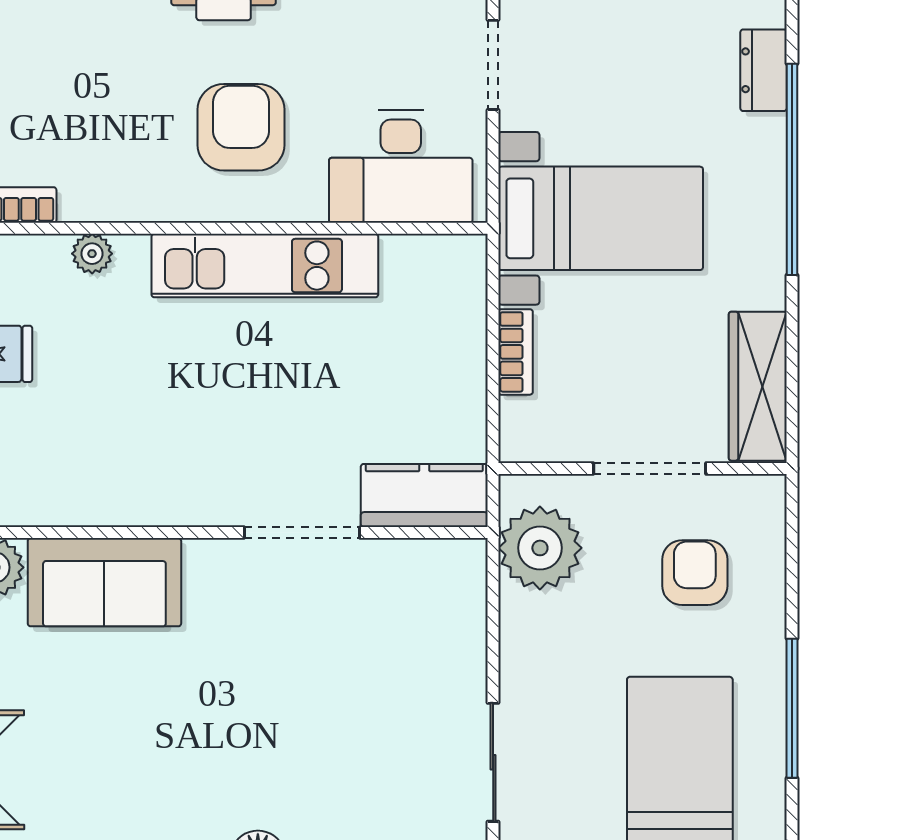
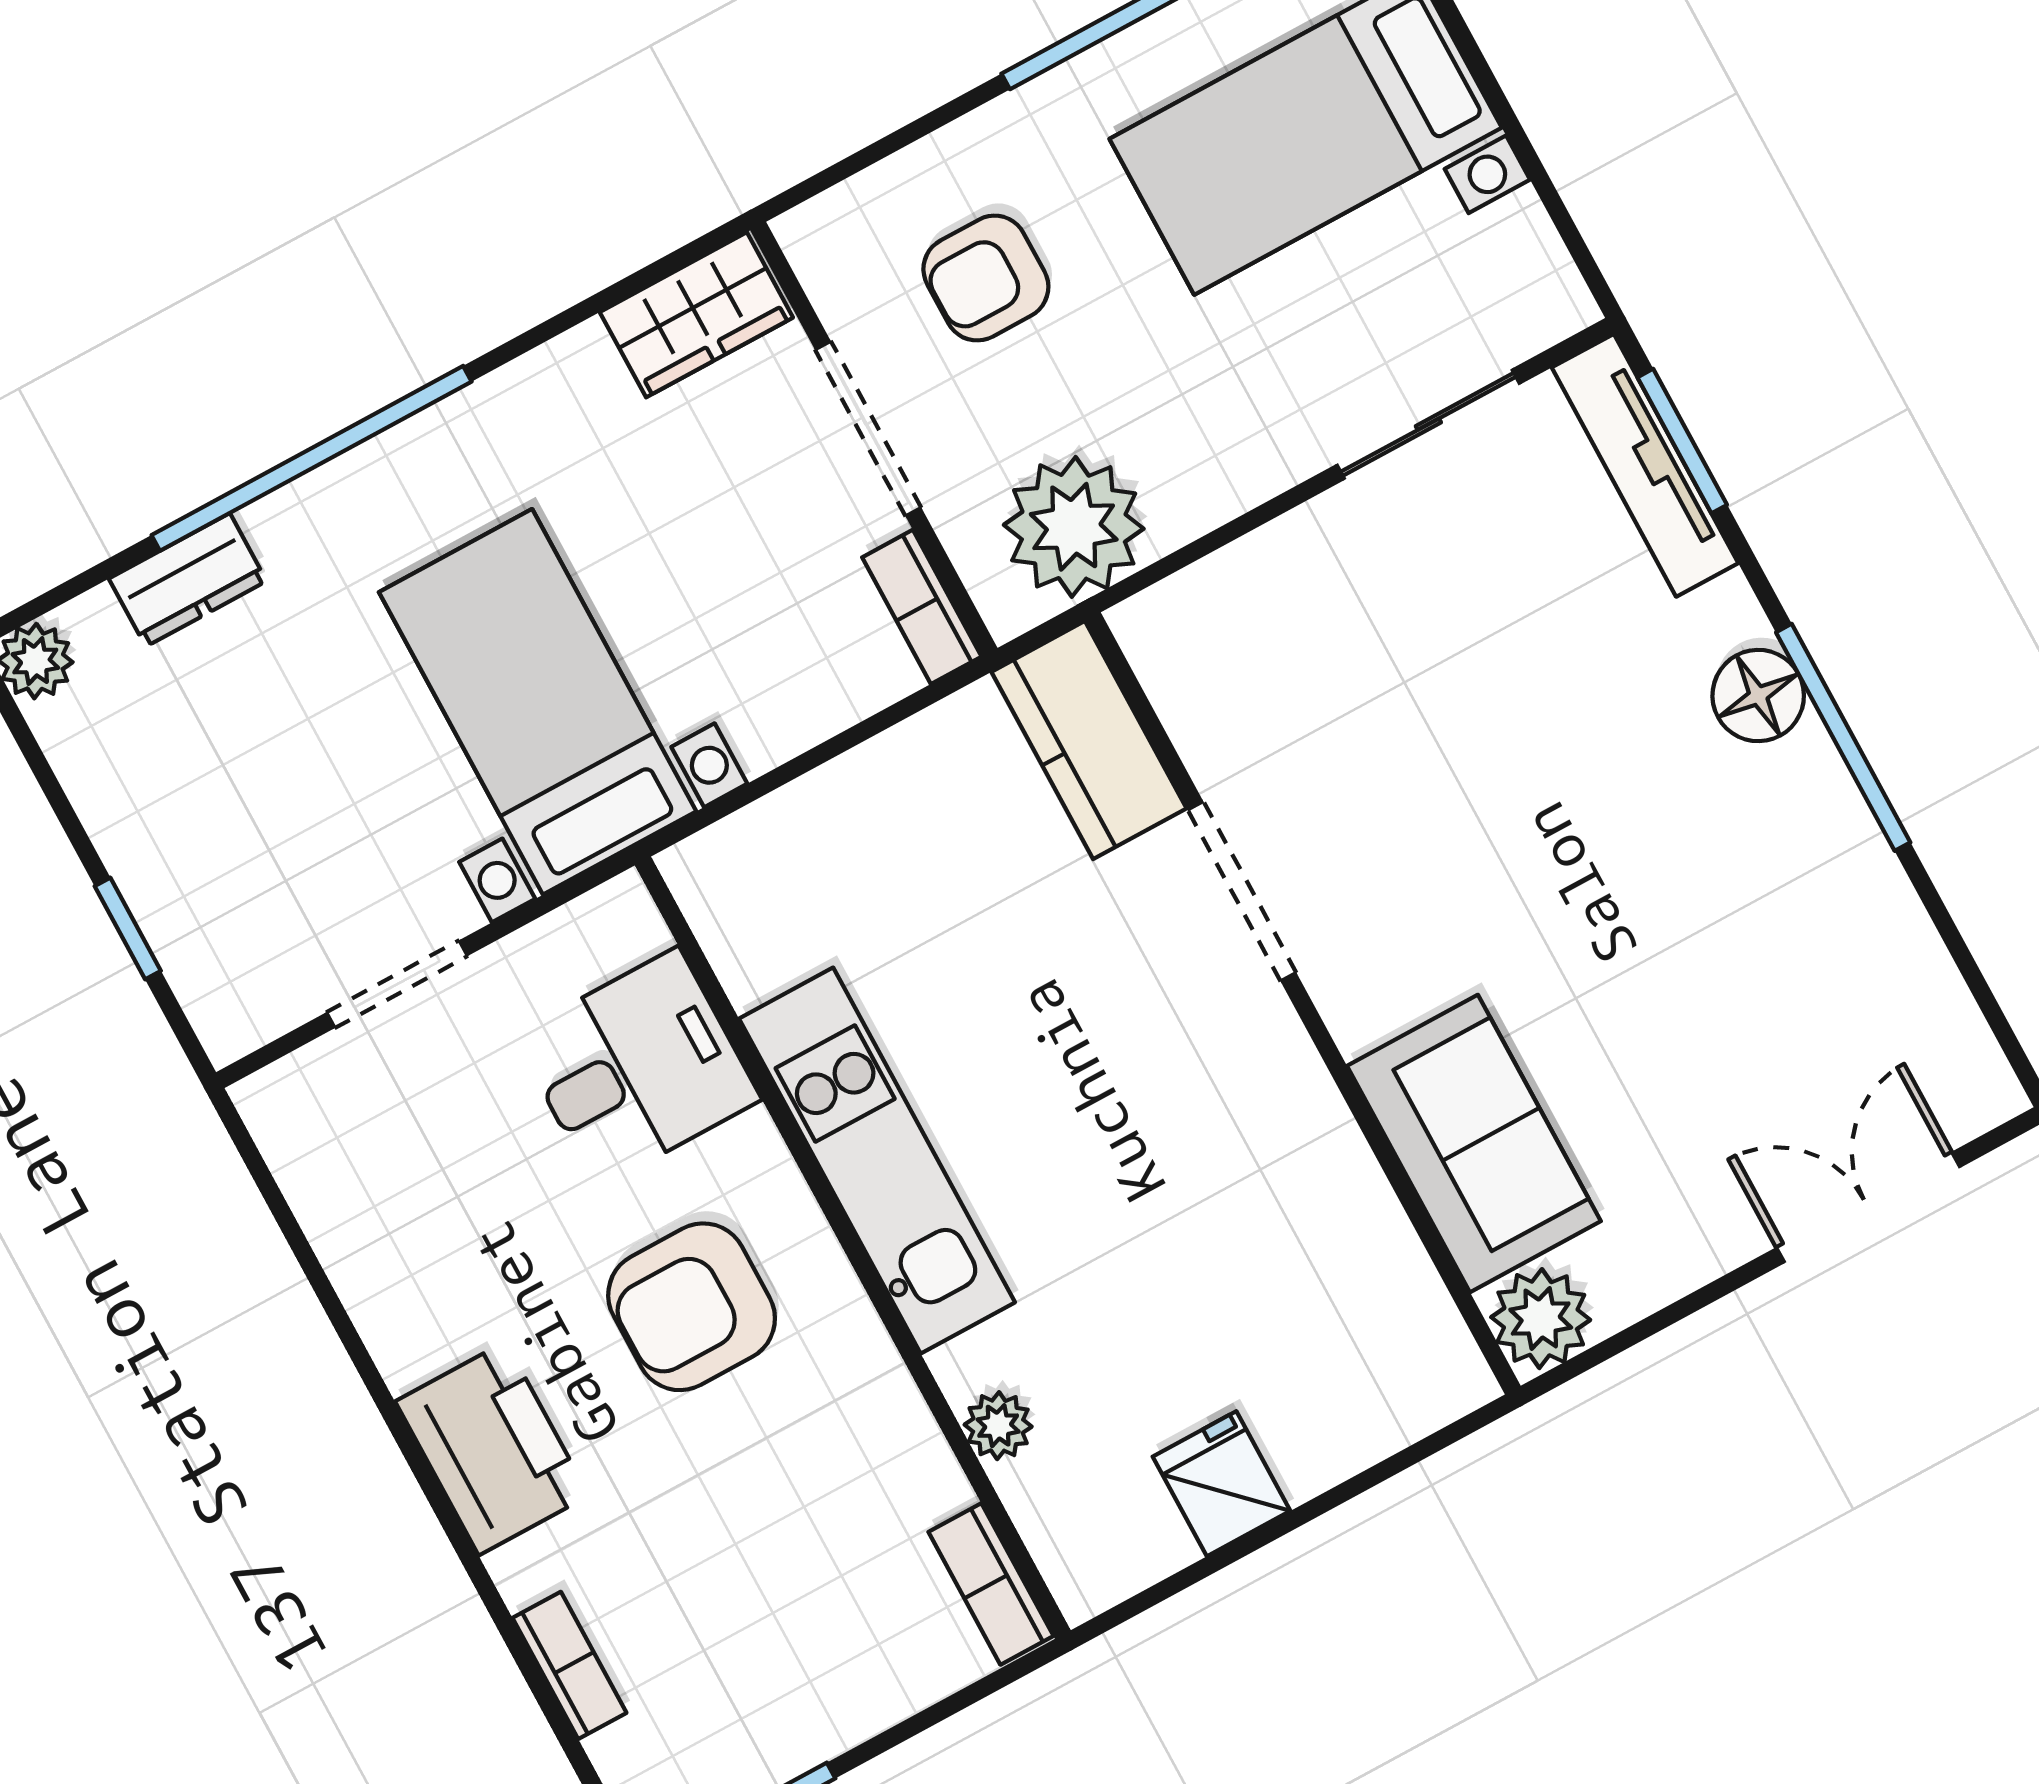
desk: (401, 167) -> (637, 1068), width x0.73
bookcase: (515, 352) -> (922, 607), moved, turned -90
wardrobe: (758, 386) -> (696, 315), width x0.67

